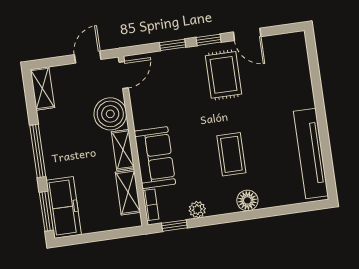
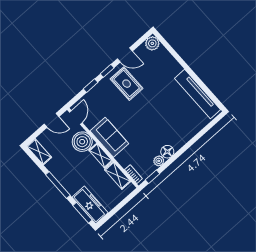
plant: (295, 43) -> (152, 43), added
door: (88, 57) -> (52, 120), swing flipped
coffee table: (231, 154) -> (157, 121), removed
sofa: (155, 158) -> (109, 137), moved
floor lamp: (247, 200) -> (167, 152), moved

